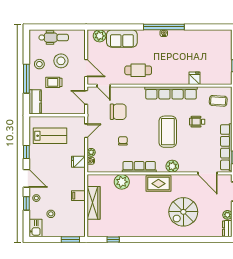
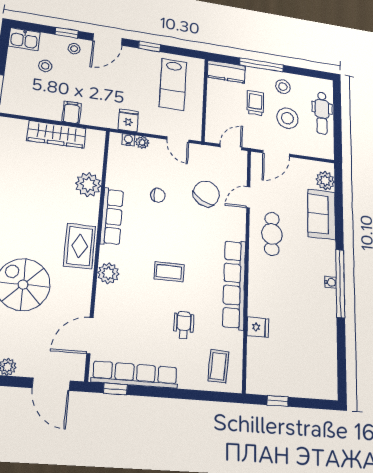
door: (104, 86) -> (248, 197), moved
chair: (118, 112) -> (206, 194), turned -150
coffee table: (168, 132) -> (169, 272), width x0.54, depth x0.58

